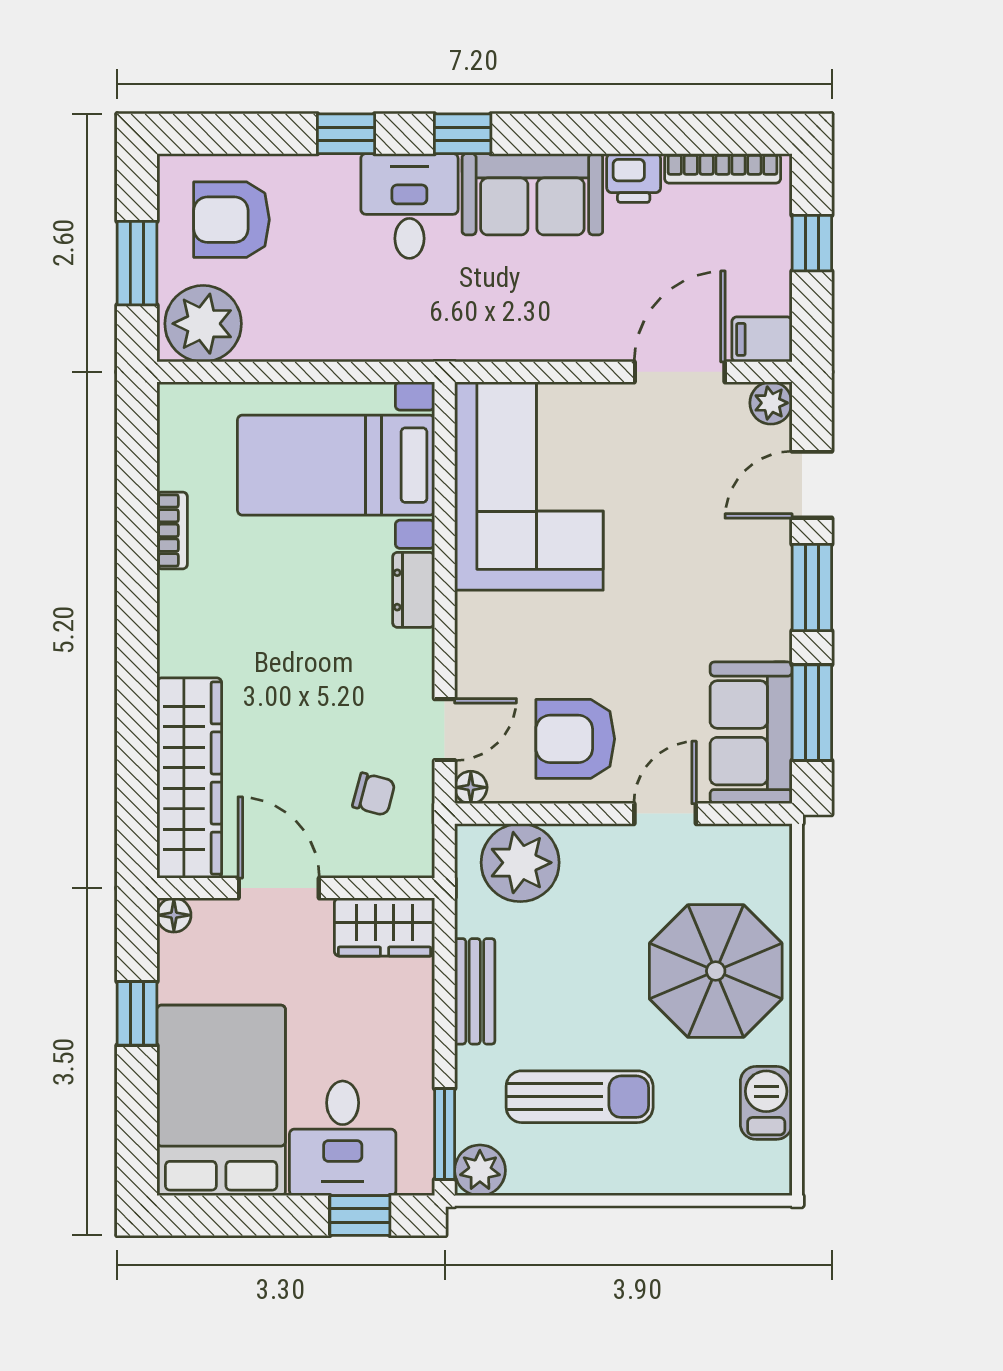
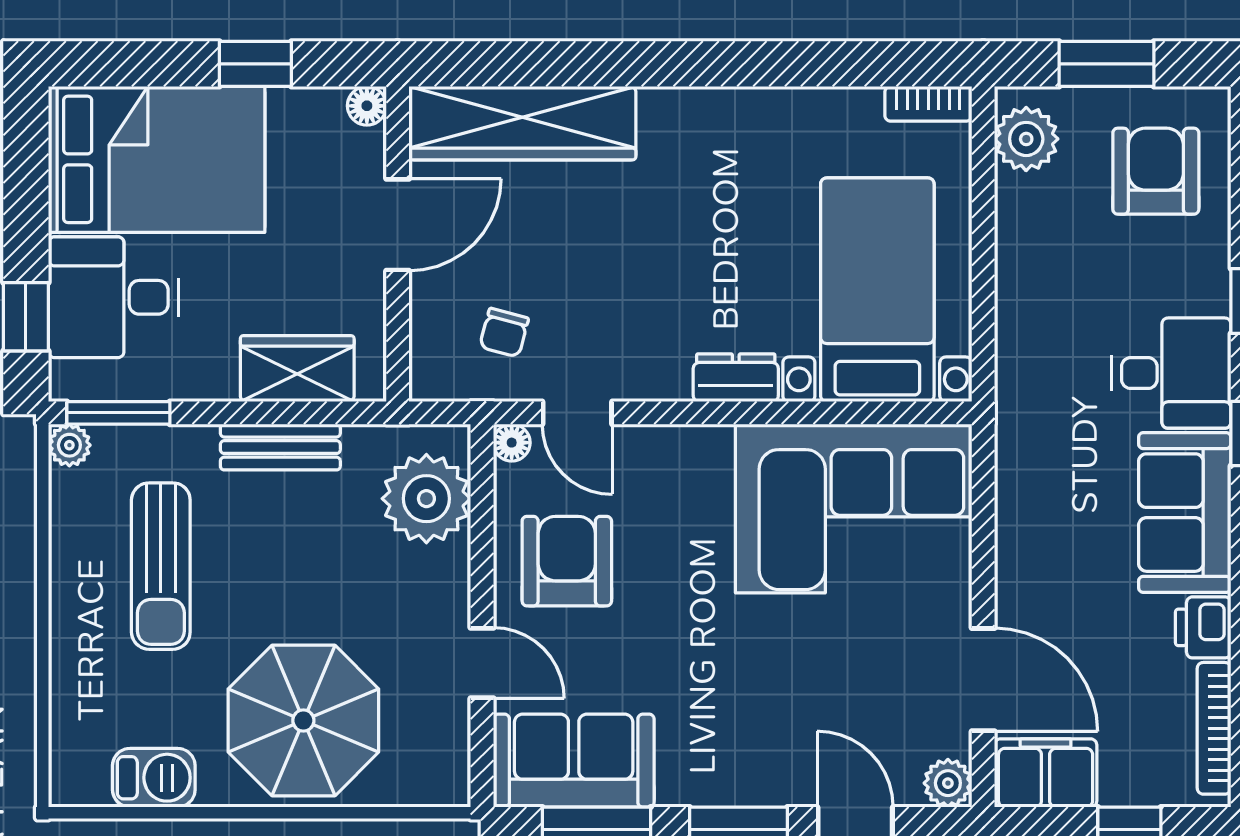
plant: (203, 324) -> (1026, 139), width x0.73, depth x0.73
filing cabinet: (762, 339) -> (1046, 773), width x2.00
bookcase: (172, 530) -> (928, 104), moved
wardrobe: (385, 927) -> (297, 369), moved, turned 90
plant: (480, 1170) -> (69, 445), width x0.73, depth x0.73

